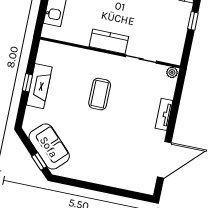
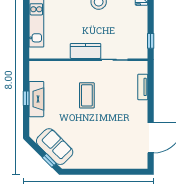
window: (193, 21) -> (151, 41), moved
plant: (172, 72) -> (142, 65), removed
tv unit: (164, 114) -> (143, 87), moved

